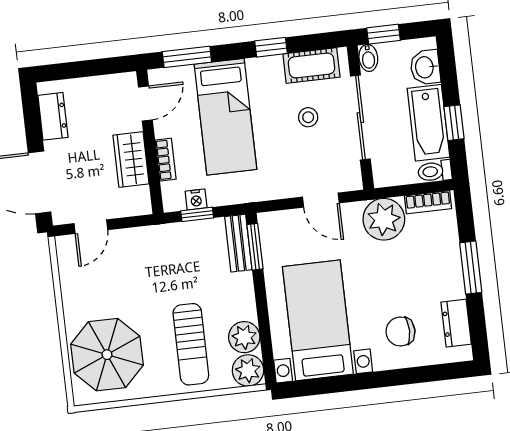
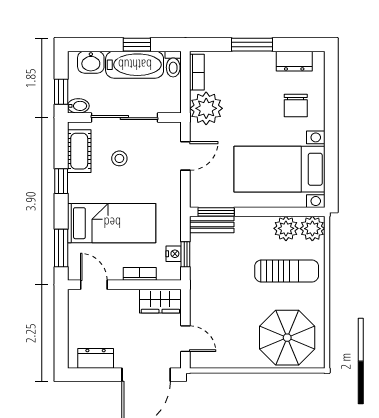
wardrobe: (131, 160) -> (160, 301), moved

